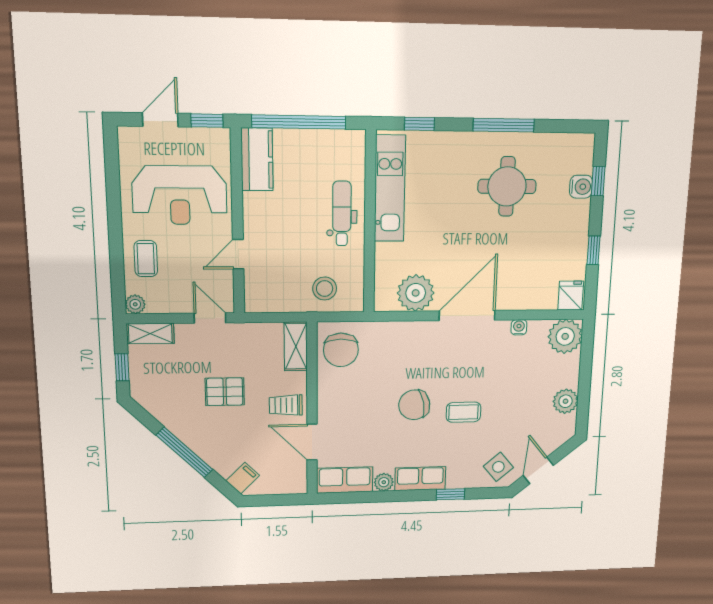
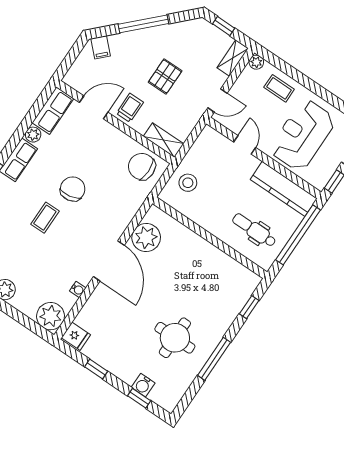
kitchen counter: (257, 159) -> (284, 189), width x1.50
kitchen unit: (390, 189) -> (222, 264), removed
dental chair: (342, 214) -> (254, 230), moved, turned 180

